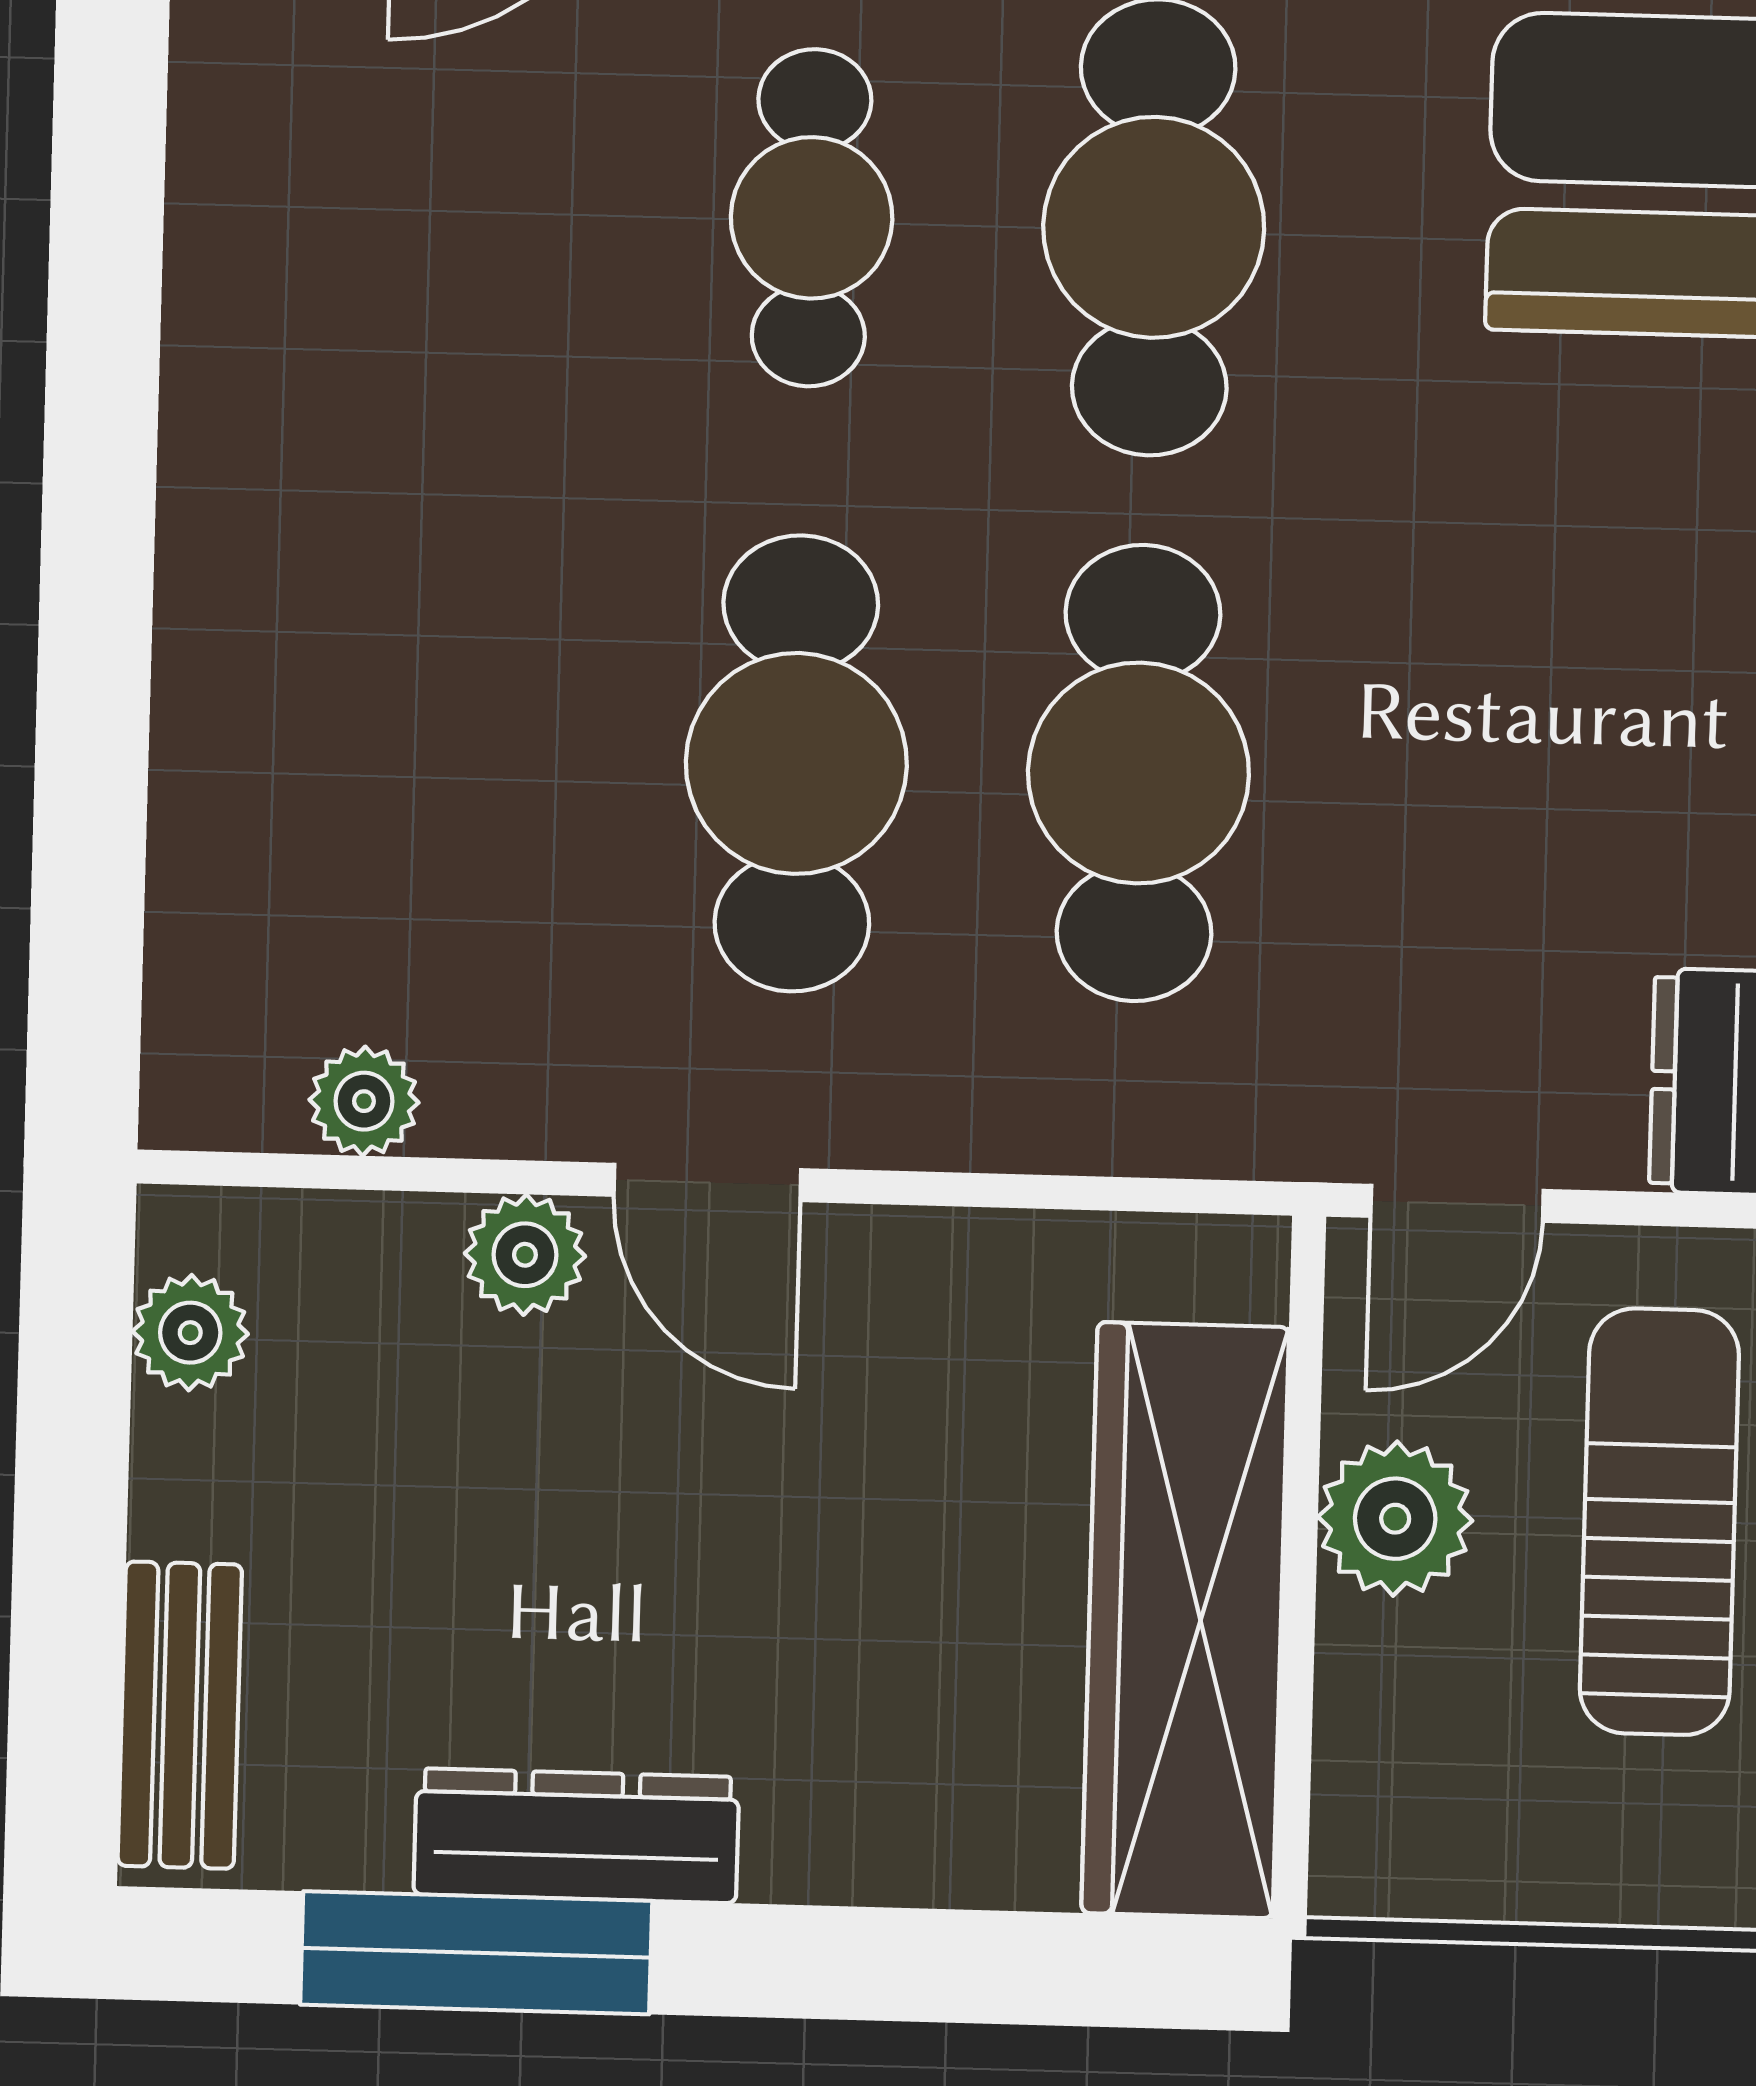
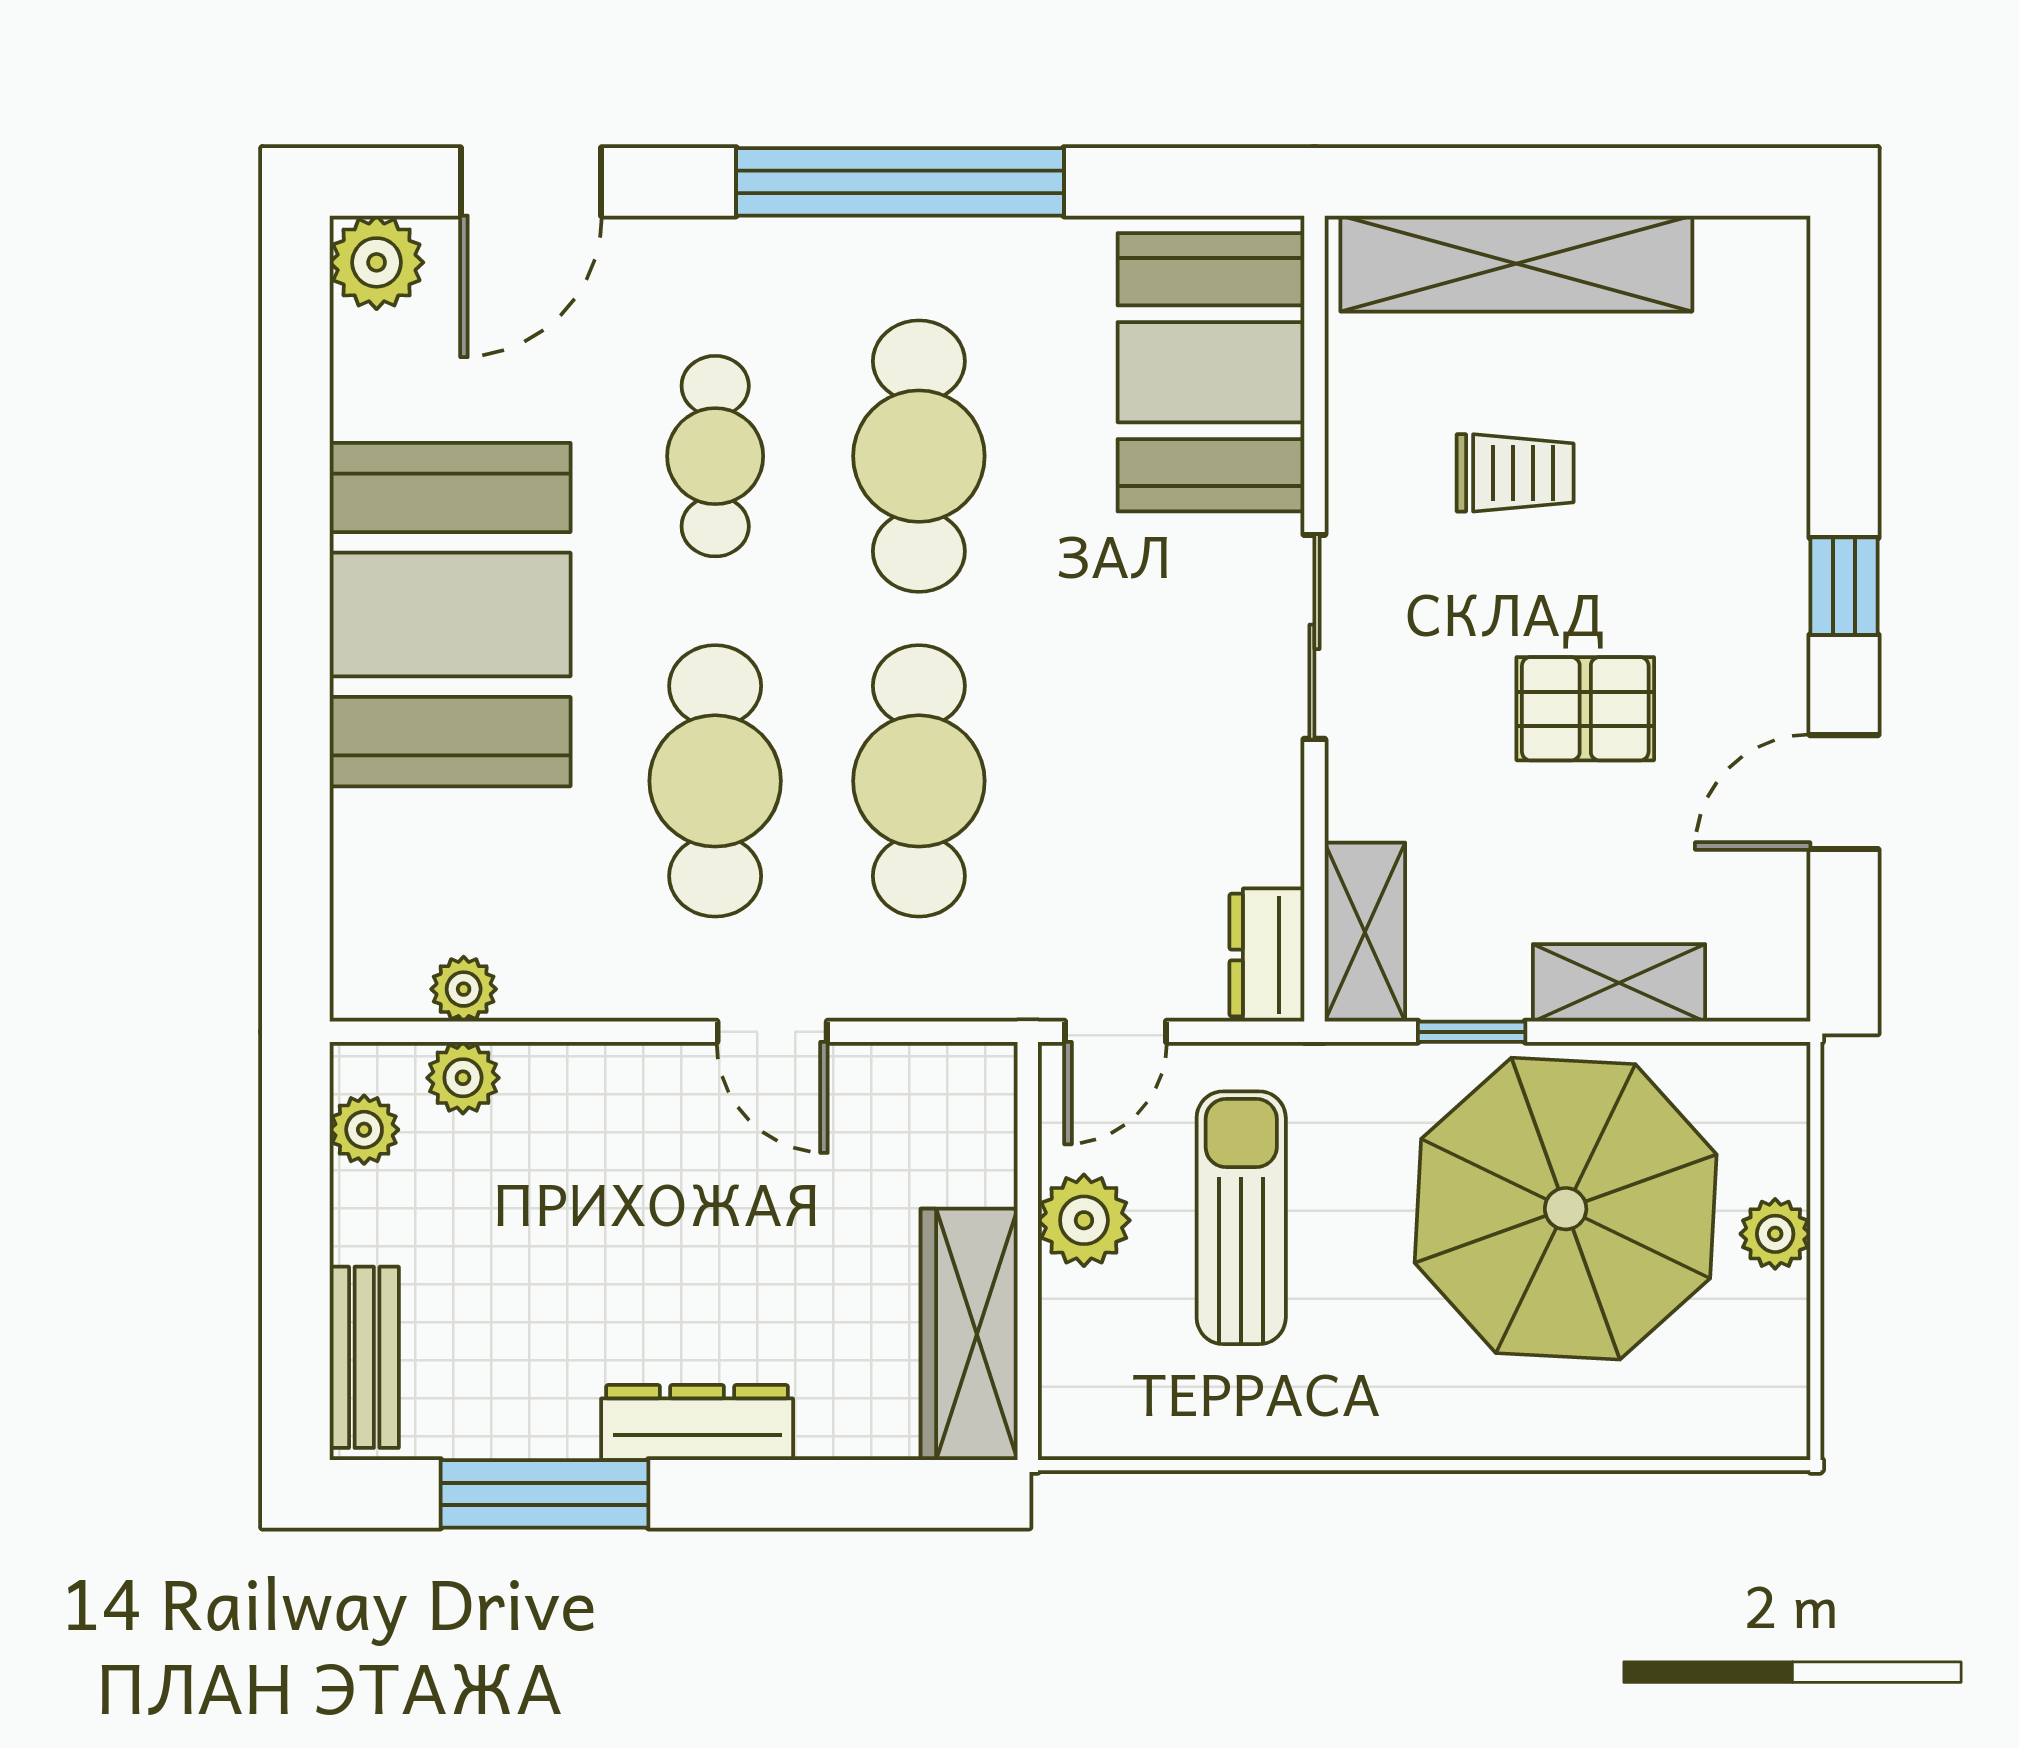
booth: (359, 471) -> (450, 615), added
door: (707, 1182) -> (772, 1032), moved
plant: (525, 1255) -> (463, 1078), moved
wardrobe: (1185, 1620) -> (969, 1334), width x0.71, depth x0.85
dresser: (576, 1836) -> (697, 1422), moved

